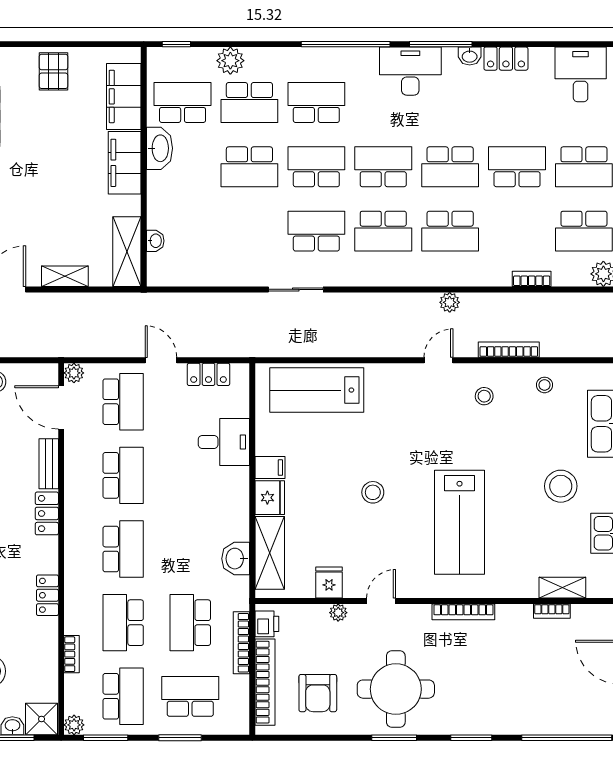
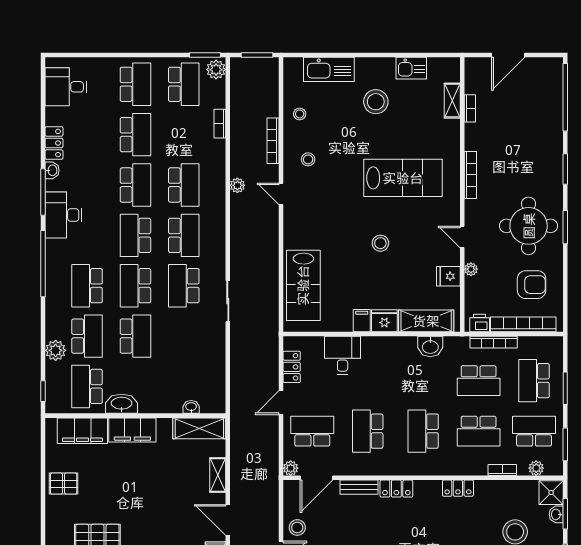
school desk: (517, 167) -> (135, 135), turned 180
school desk: (123, 475) -> (368, 431), turned -90
school desk: (123, 549) -> (423, 431), turned -90
plant: (74, 725) -> (536, 468), moved

